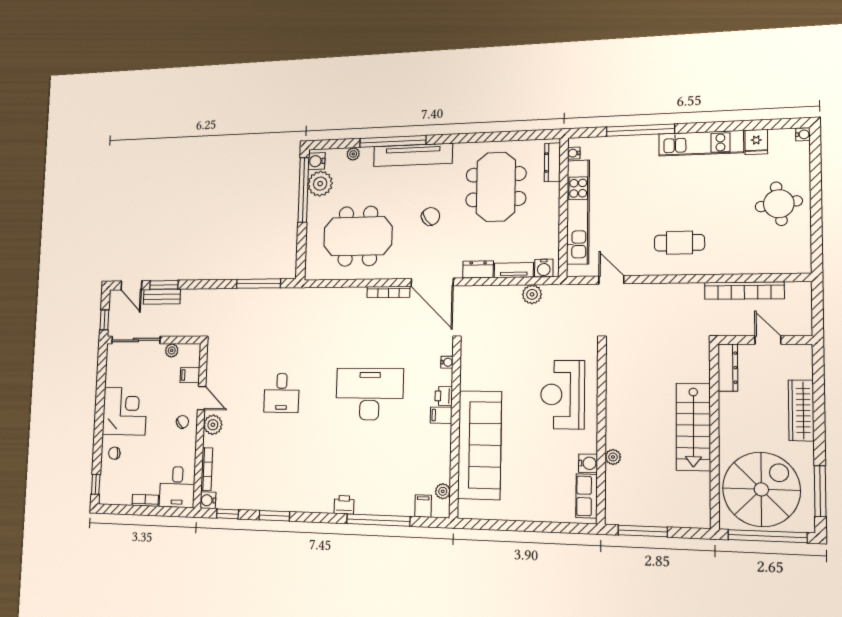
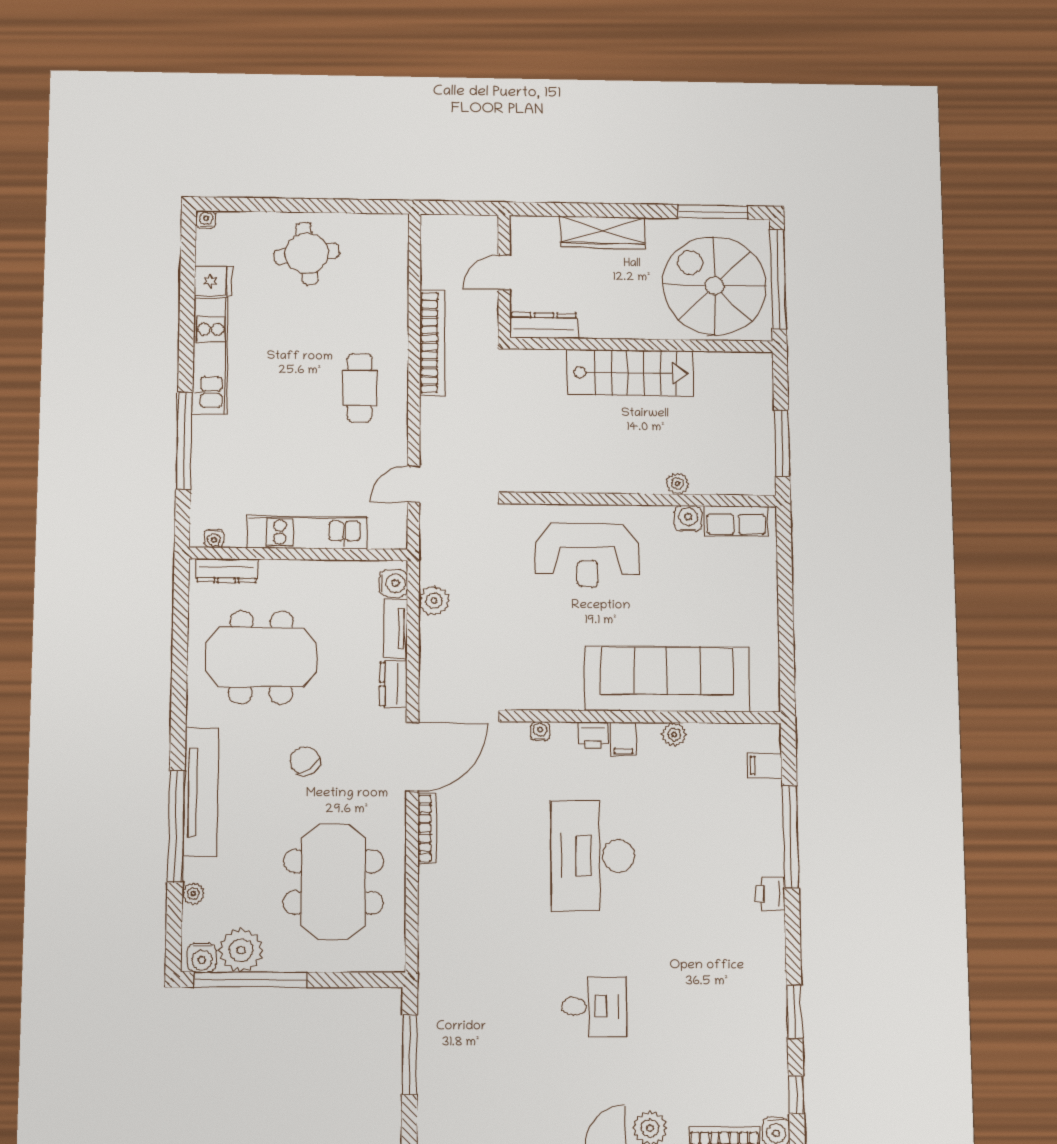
kitchen unit: (578, 212) -> (307, 532), width x0.73
bookcase: (744, 291) -> (432, 343), moved
plant: (443, 491) -> (674, 735), moved

